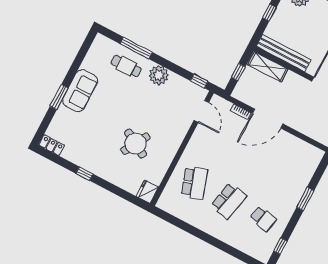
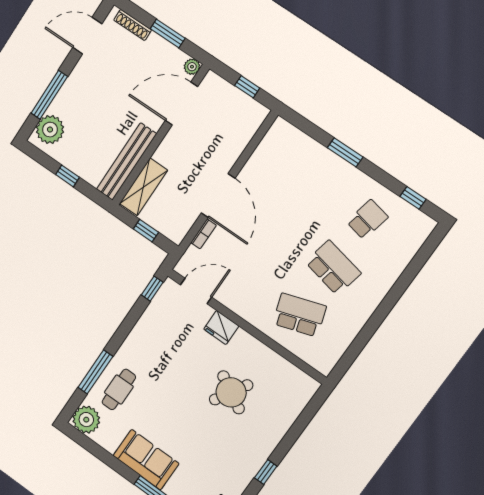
plant: (159, 75) -> (86, 420), moved
fridge: (147, 192) -> (221, 327), moved

